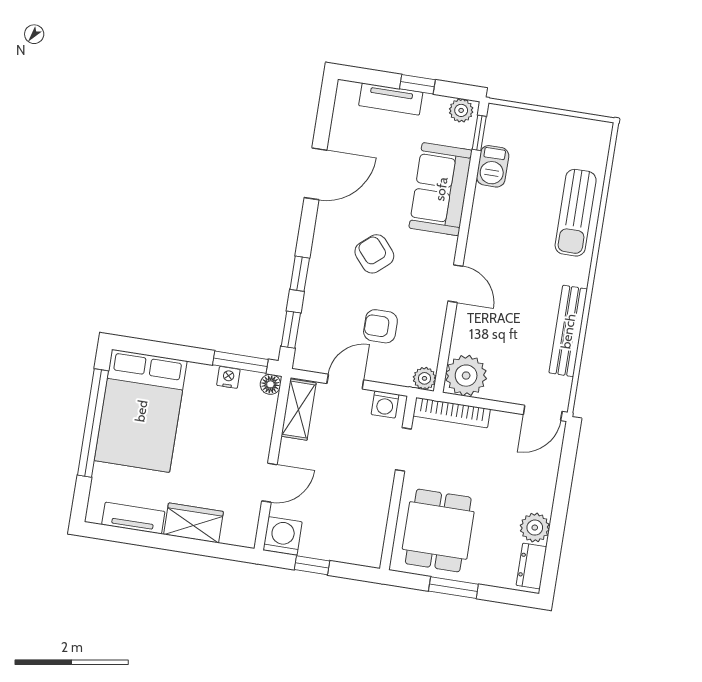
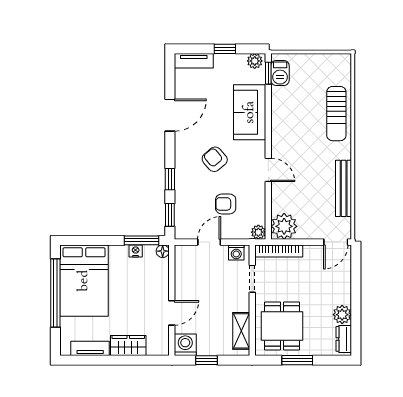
tv unit: (391, 99) -> (194, 61), moved
barbecue: (493, 166) -> (280, 73), moved
shelving: (299, 410) -> (241, 331), moved

